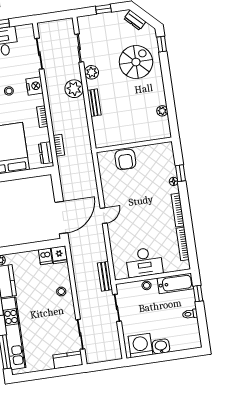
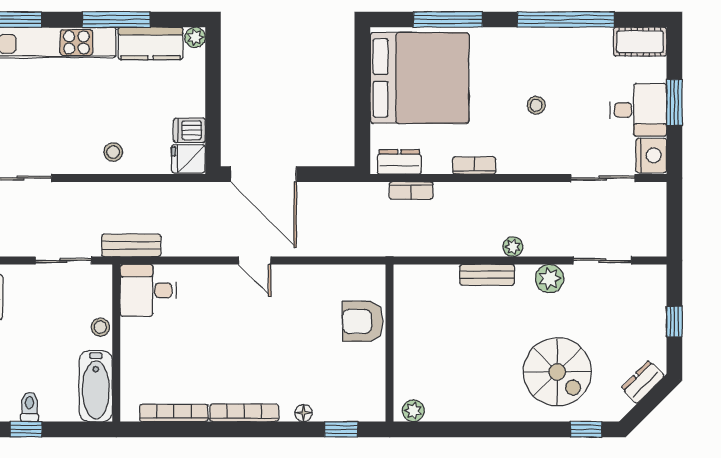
nightstand: (35, 86) -> (651, 155), moved, turned -90
plant: (74, 89) -> (513, 247), width x0.53, depth x0.53
plant: (162, 111) -> (413, 411), moved
window: (180, 173) -> (341, 429), moved
desk: (144, 262) -> (148, 290), moved, width x0.73
window: (198, 294) -> (26, 429), moved

